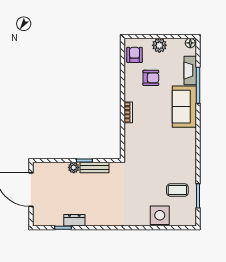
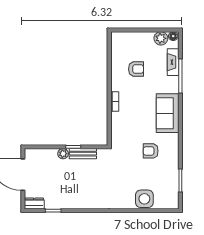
plant: (159, 45) -> (161, 38), moved
armchair: (135, 55) -> (151, 151), moved, turned -90
sofa: (184, 107) -> (168, 113), moved
coffee table: (177, 190) -> (161, 175), removed
dresser: (74, 220) -> (34, 203), moved

